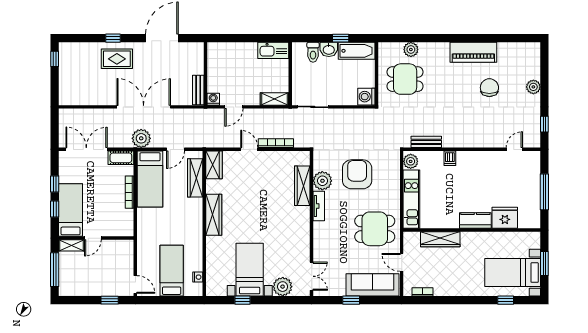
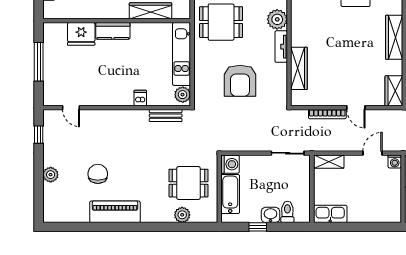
bathtub: (357, 51) -> (230, 194), moved, turned 90
chair: (489, 88) -> (98, 174), turned 180
door: (514, 149) -> (71, 108), hinge flipped
plant: (322, 181) -> (277, 19), moved

